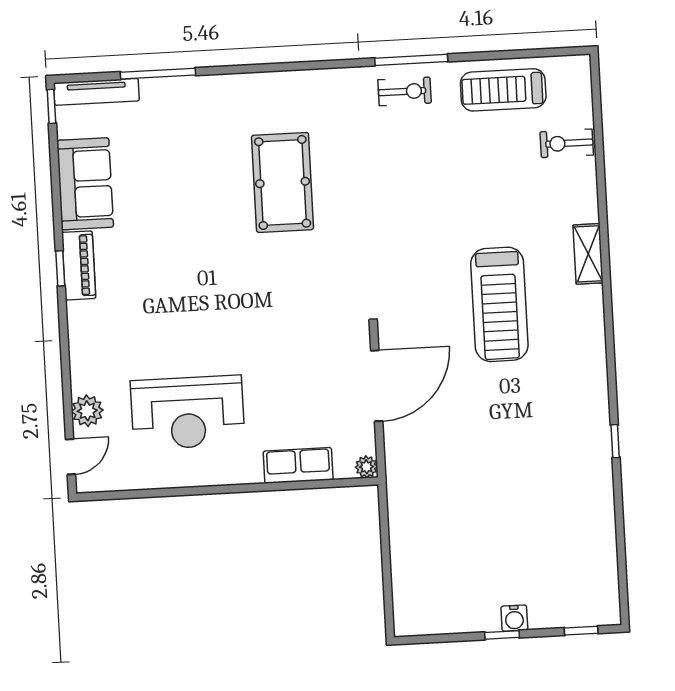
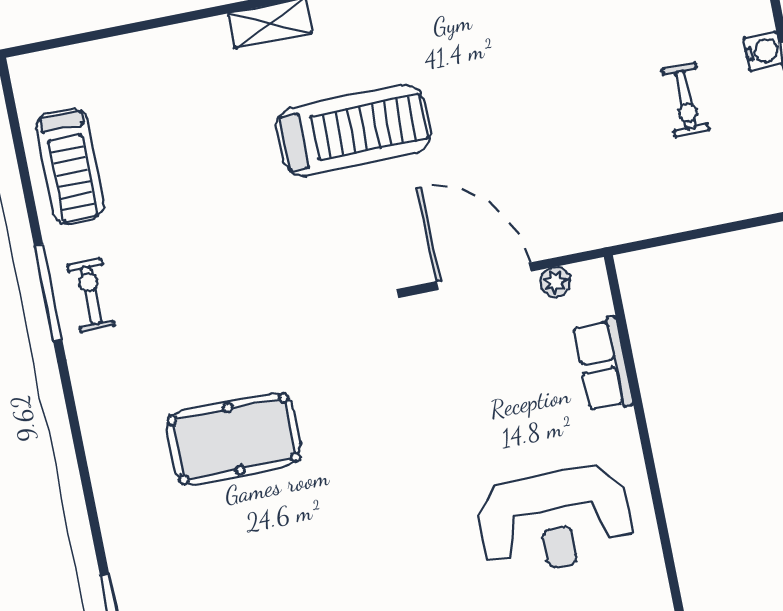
exercise bike: (567, 143) -> (685, 100), moved
reception desk: (188, 413) -> (555, 520), turned 90
plant: (366, 467) -> (555, 282), moved

